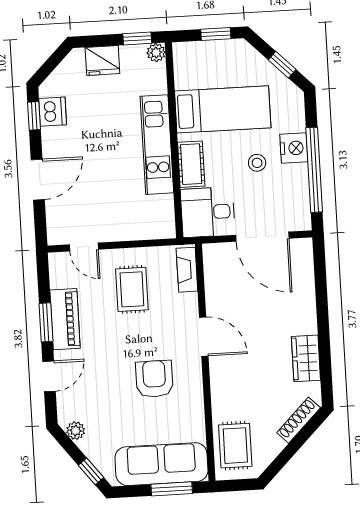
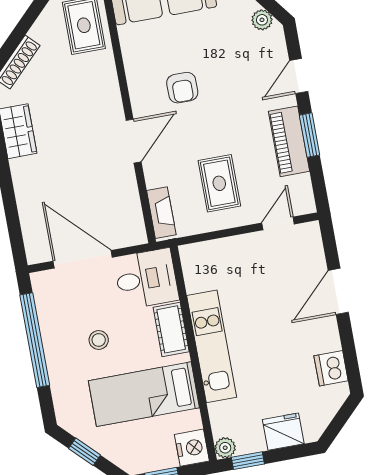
window: (34, 116) -> (351, 361), removed
nightstand: (294, 148) -> (192, 448), moved, turned 180
door: (84, 247) -> (278, 223), hinge flipped
door: (204, 337) -> (134, 141), swing flipped
armchair: (154, 379) -> (182, 88), width x0.72, depth x0.72

